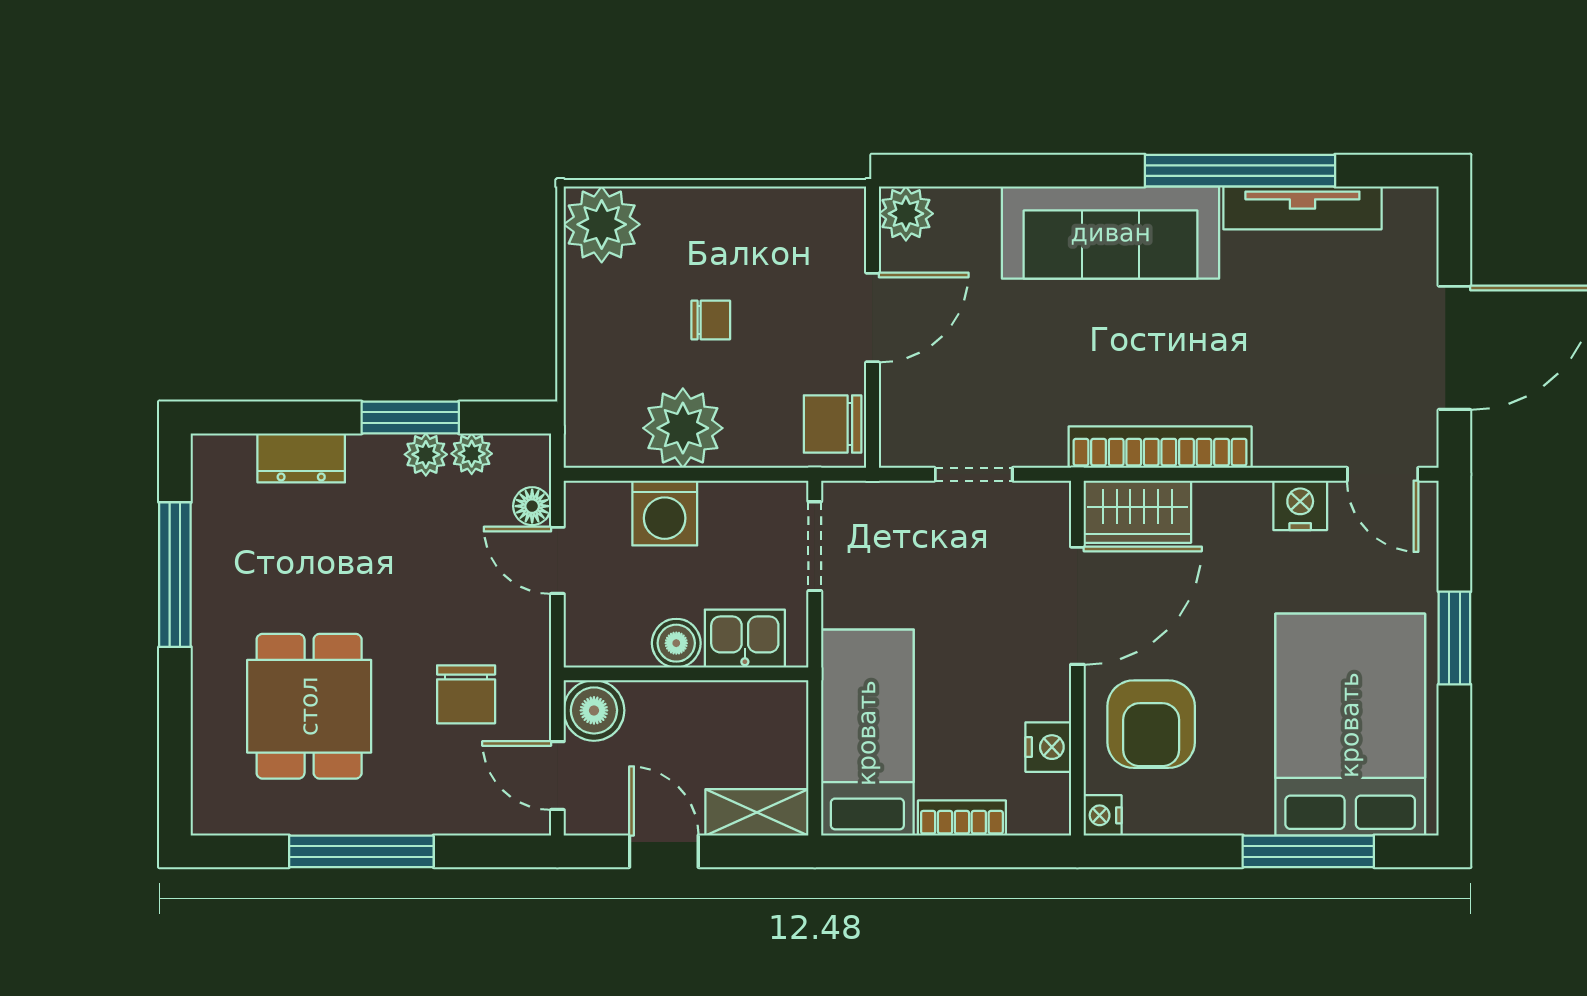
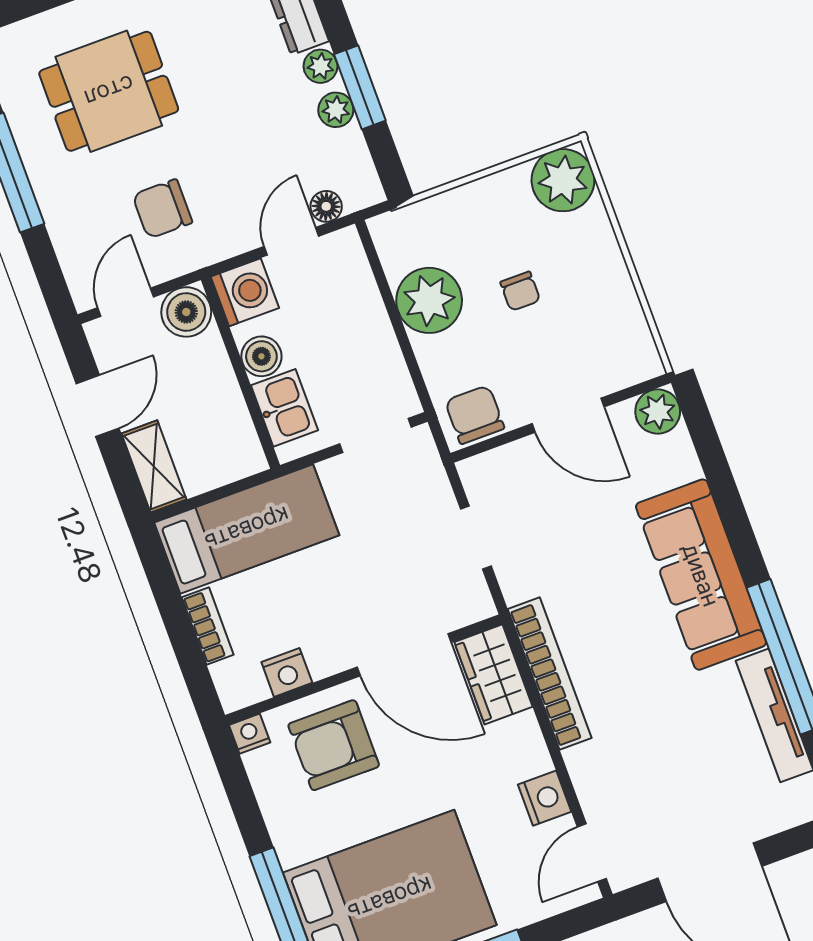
plant: (472, 454) -> (320, 66), moved
washing machine: (665, 513) -> (245, 292), moved, turned 180

